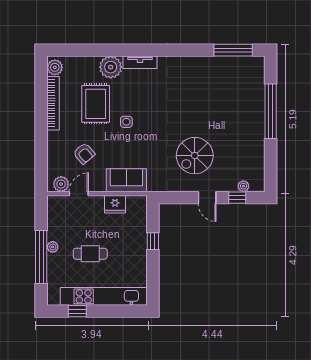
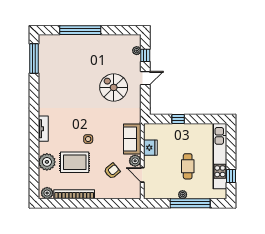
plant: (111, 67) -> (47, 162), moved
spiral stairs: (195, 156) -> (114, 87), turned 180
plant: (61, 184) -> (135, 161), moved

